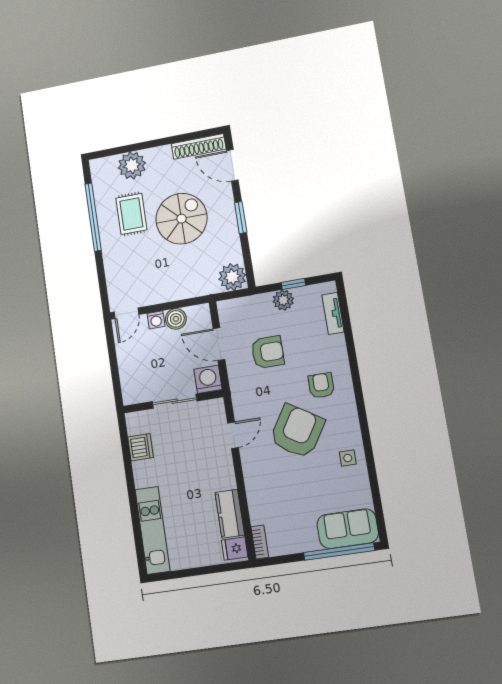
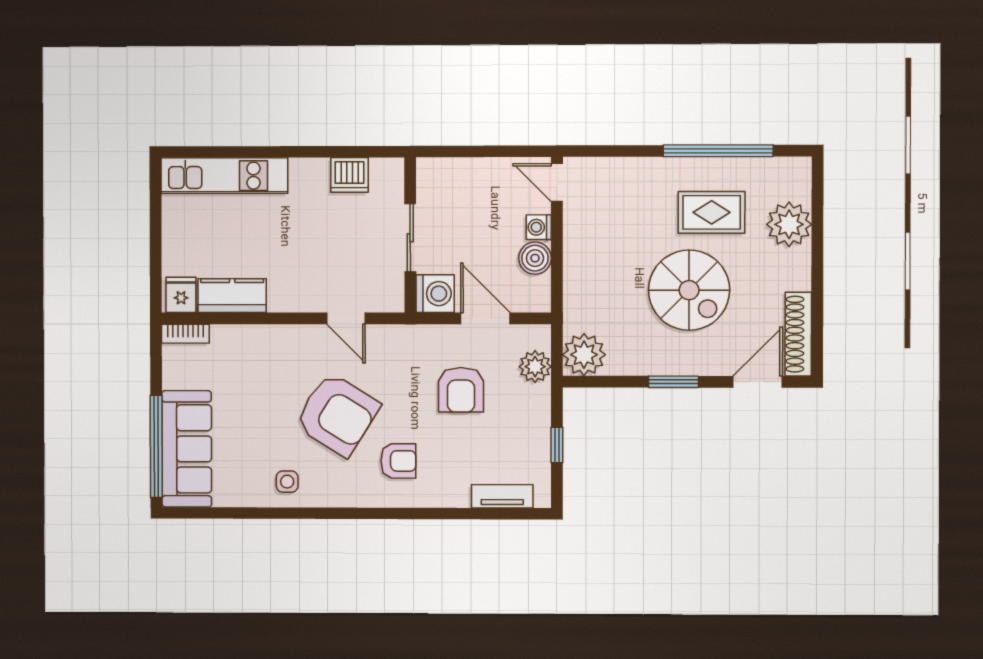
plant: (283, 300) -> (535, 367), moved
door: (219, 344) -> (485, 318), hinge flipped
sofa: (348, 529) -> (187, 449), width x1.36

